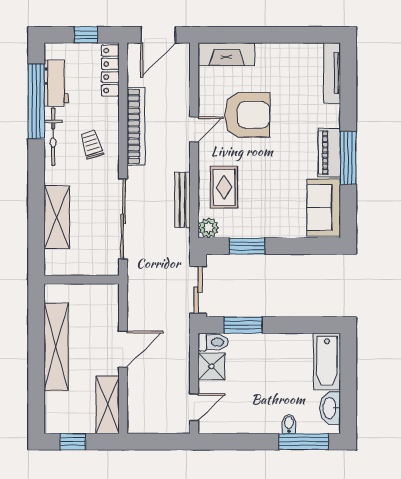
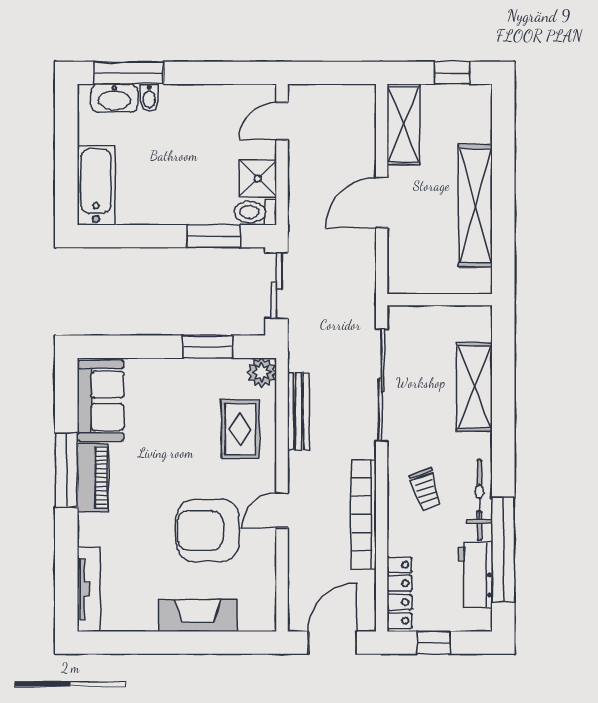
fireplace: (227, 54) -> (198, 616), moved
washbasin: (330, 408) -> (114, 98), moved, turned 90

